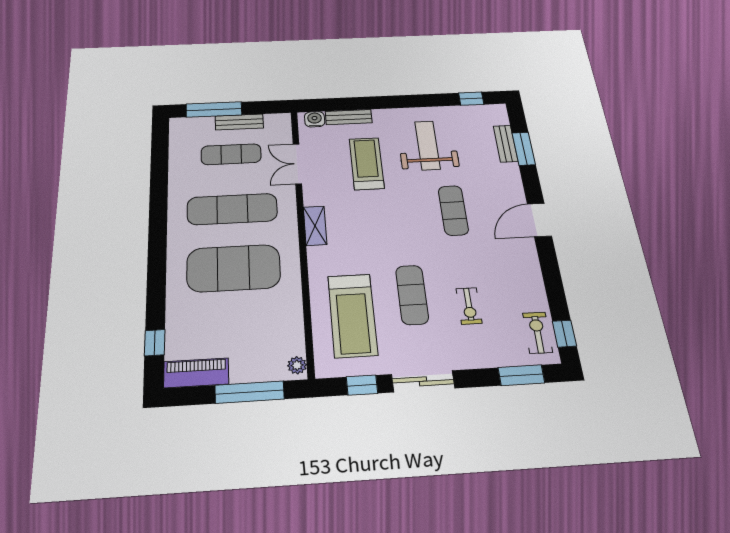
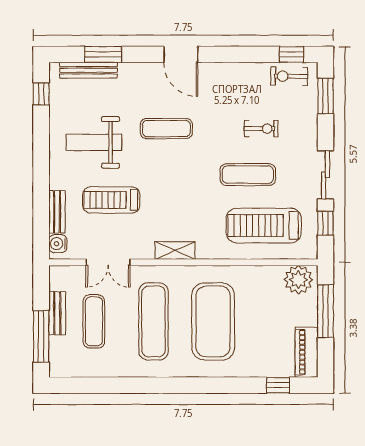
bench: (506, 144) -> (88, 70), width x1.36
treadmill: (352, 315) -> (264, 225), turned 180
plant: (297, 365) -> (298, 280), width x1.87, depth x1.87

